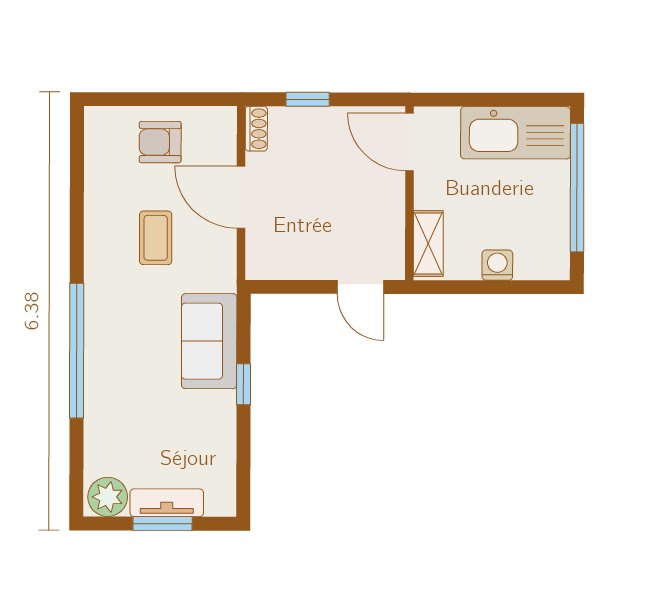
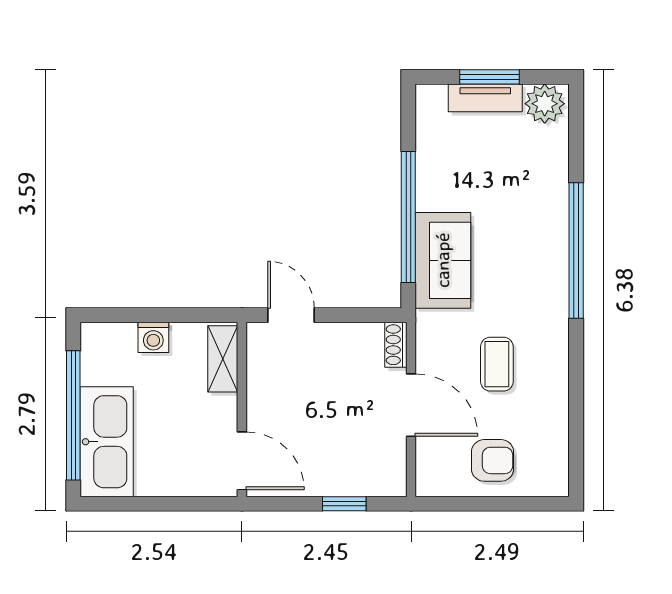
shoe rack: (256, 129) -> (396, 345), moved
kitchen sink: (515, 133) -> (107, 442), moved, turned 90
window: (243, 384) -> (408, 217), width x3.17

